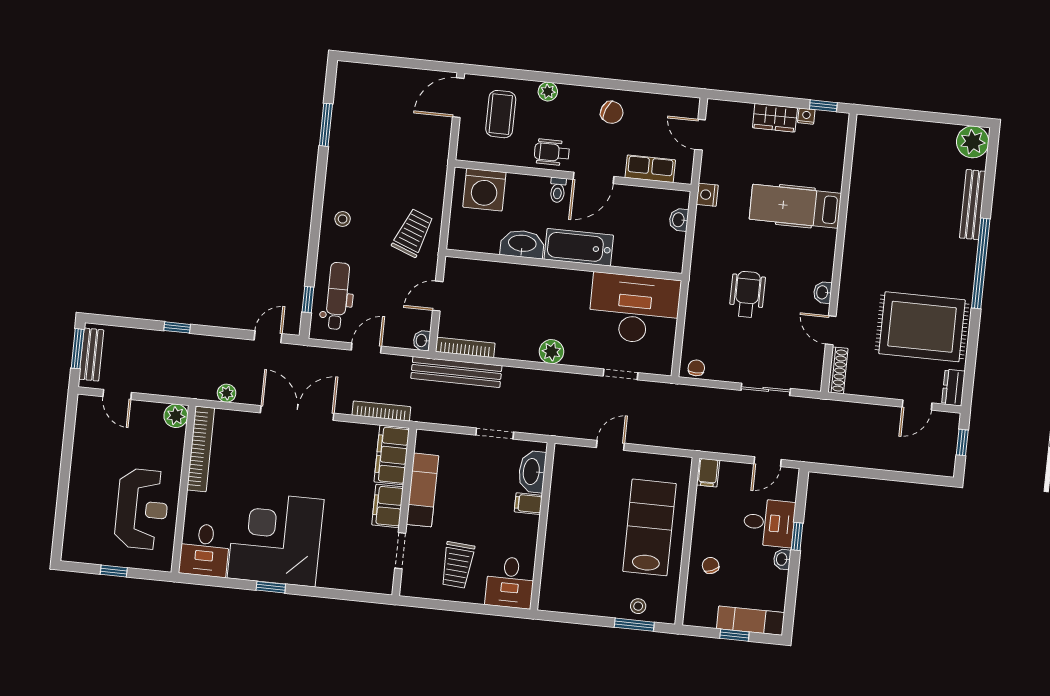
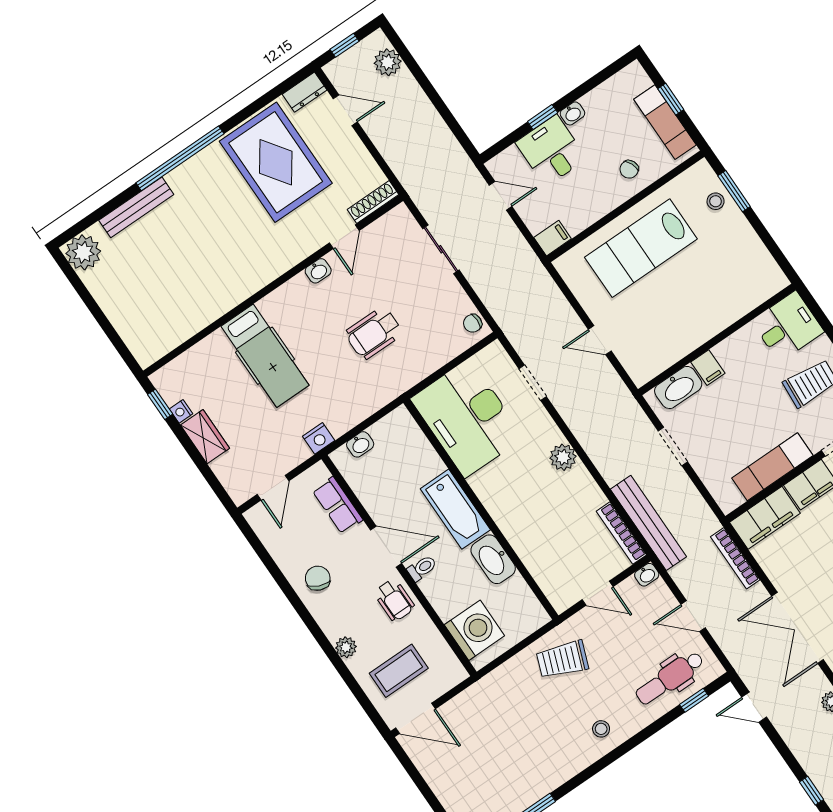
plant: (925, 462) -> (388, 62), added
exam couch: (751, 621) -> (665, 122), moved

